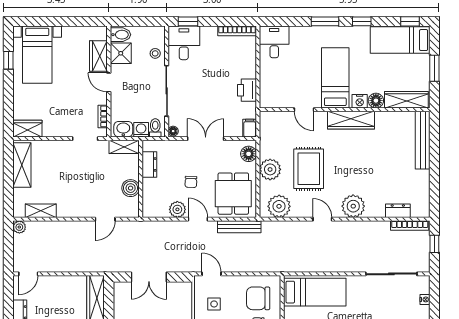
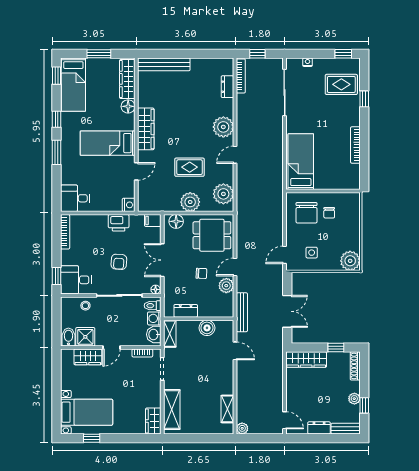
armchair: (204, 90) -> (119, 262), added
nightstand: (360, 101) -> (129, 205), moved
shelving: (22, 165) -> (172, 409), moved, turned 90
rug: (309, 169) -> (190, 167), width x0.73, depth x0.70
bench: (239, 227) -> (242, 312), moved

